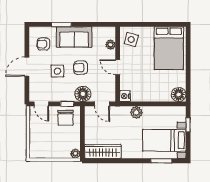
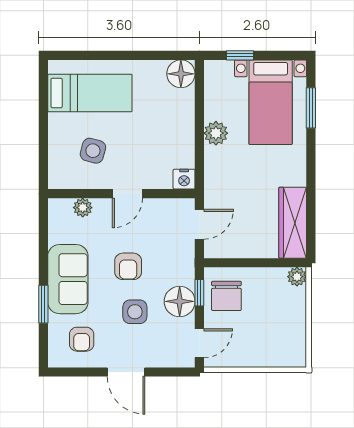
side table: (131, 39) -> (93, 151), moved
bed: (169, 48) -> (90, 93), width x0.67
floor lamp: (83, 94) -> (180, 301), moved
plant: (136, 112) -> (216, 133), moved
chair: (66, 118) -> (226, 296), turned 90

